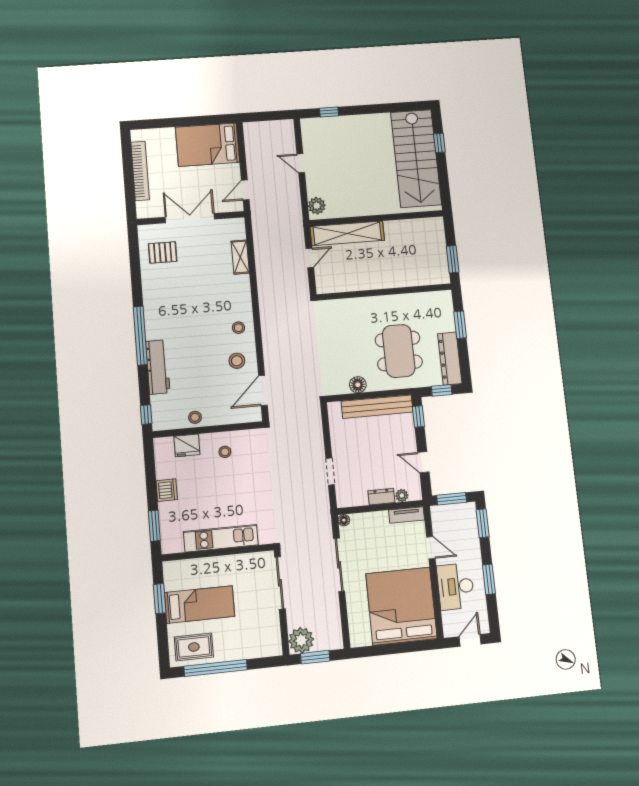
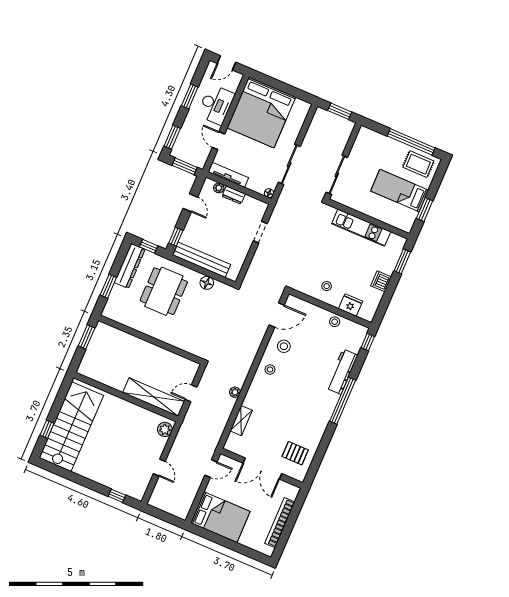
tv unit: (407, 515) -> (228, 175), width x1.41
plant: (301, 640) -> (235, 392), moved, width x0.53, depth x0.53

